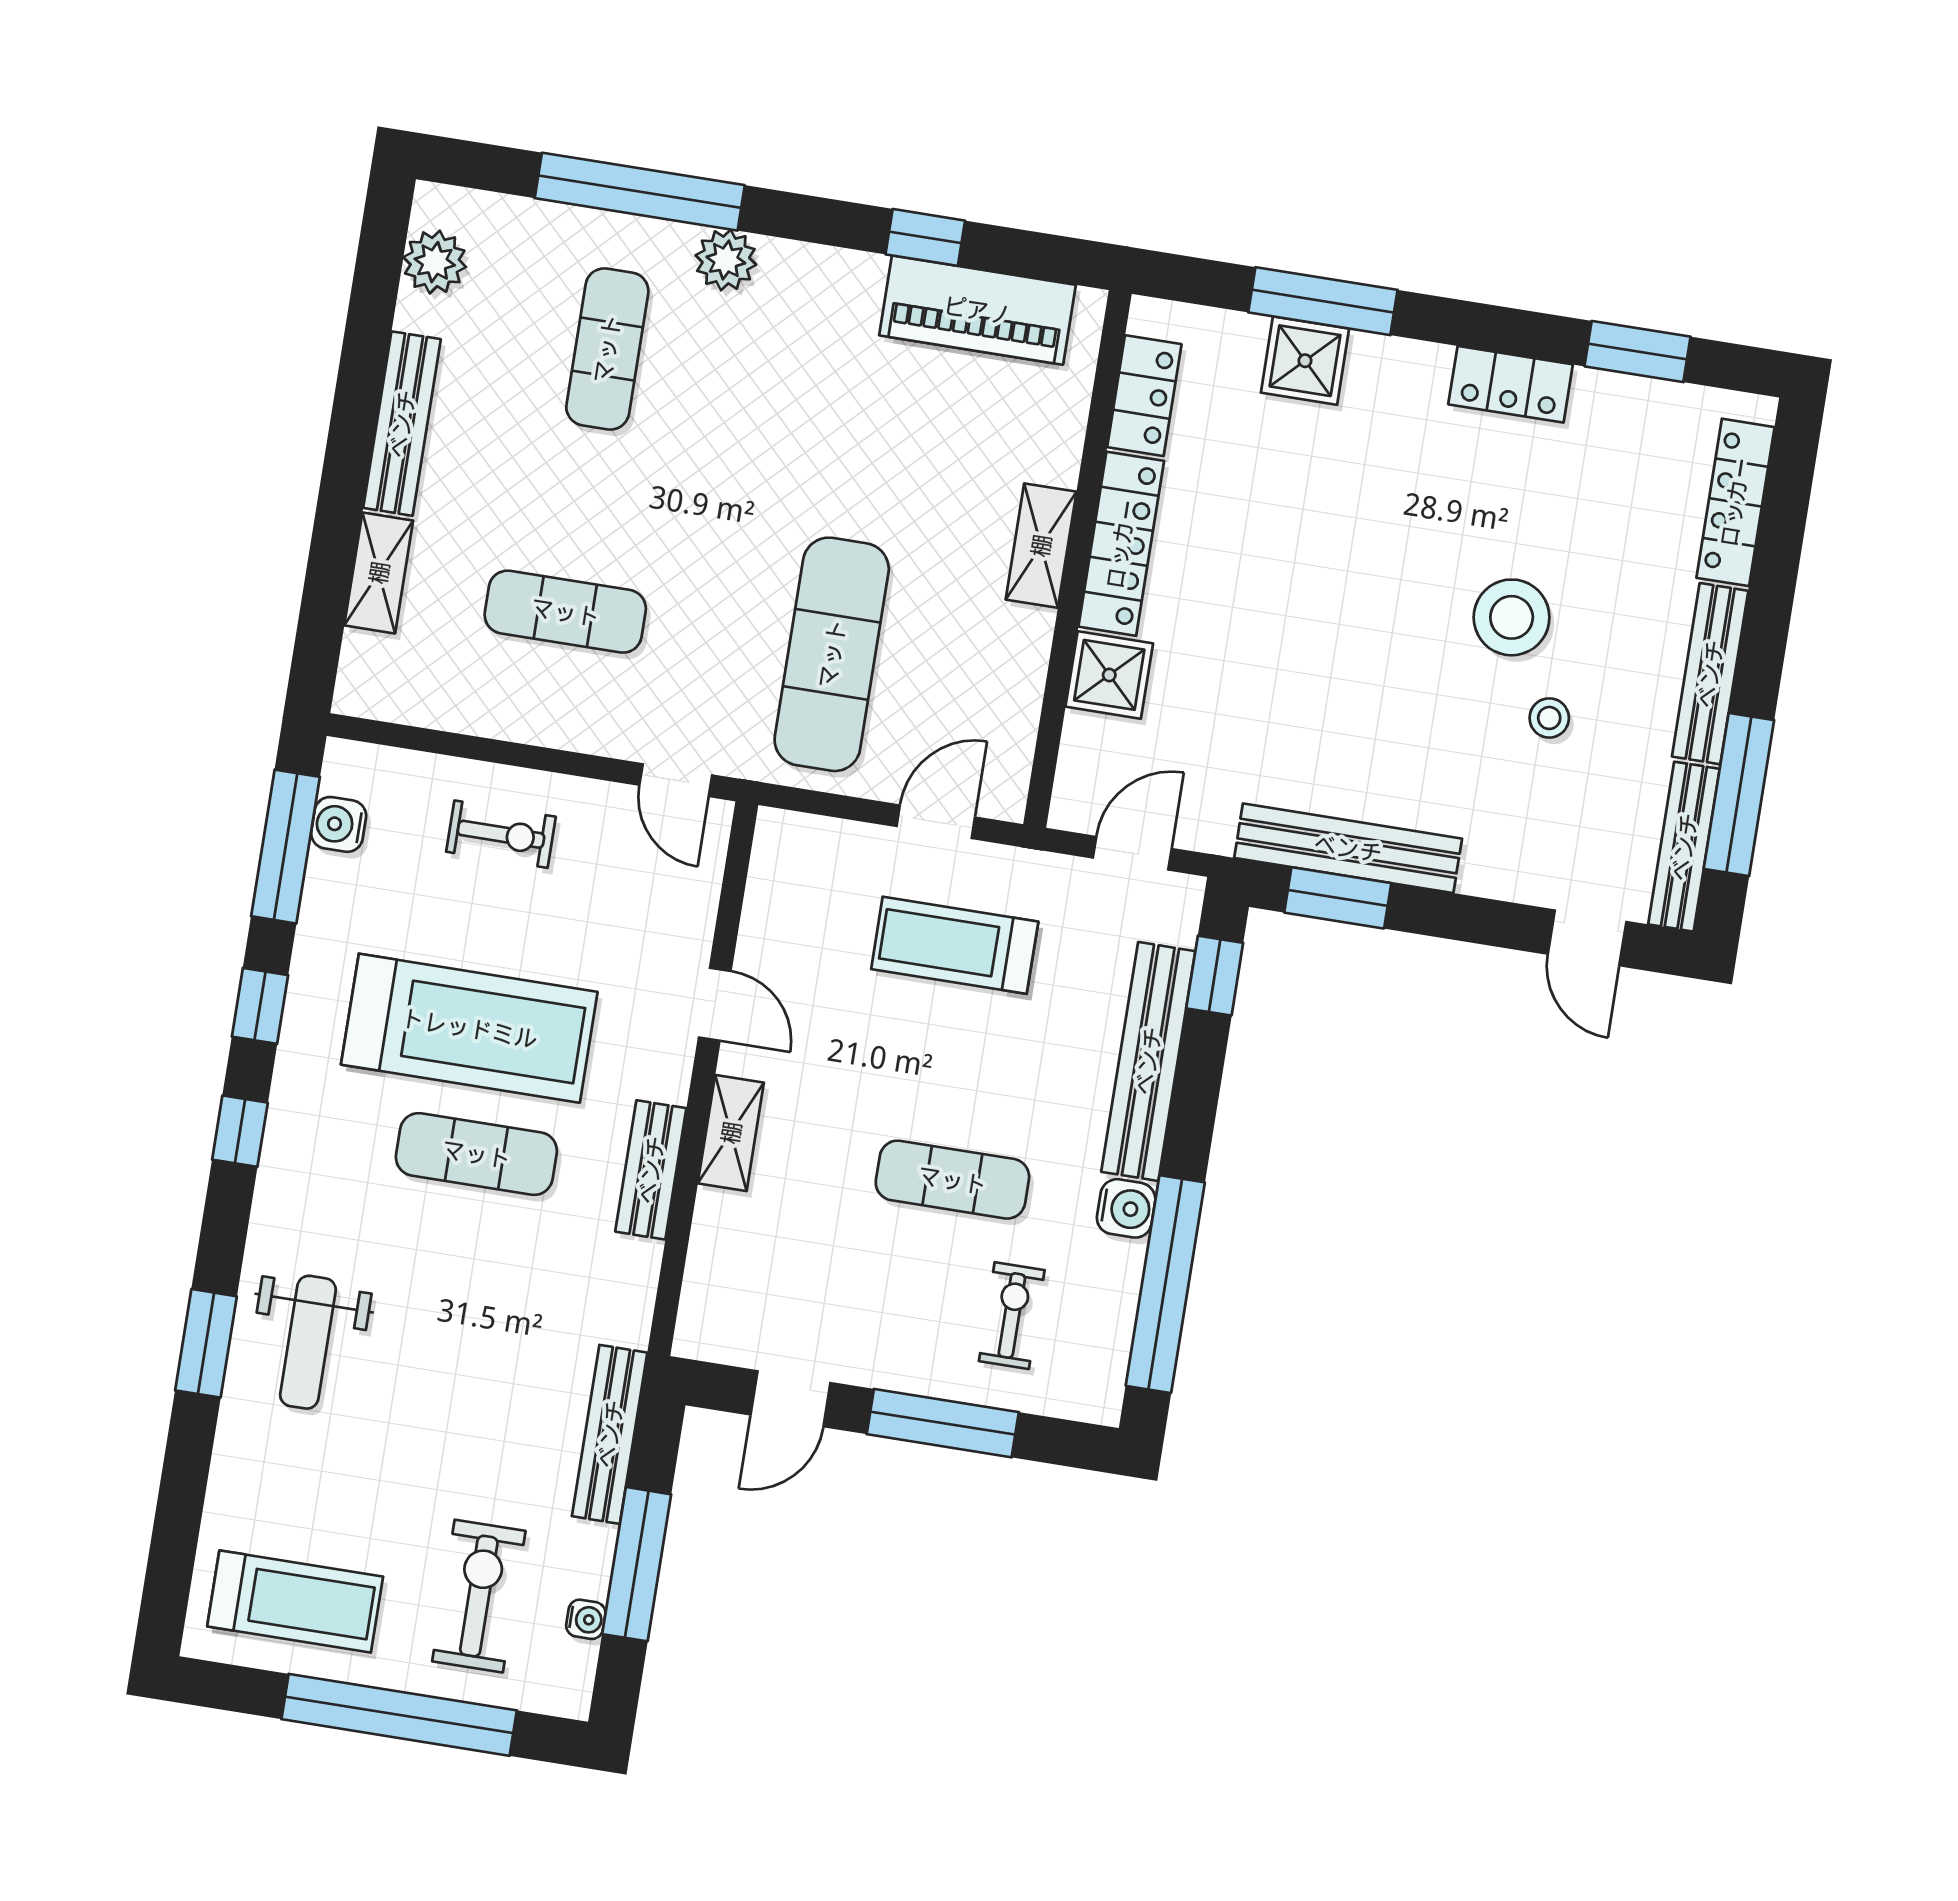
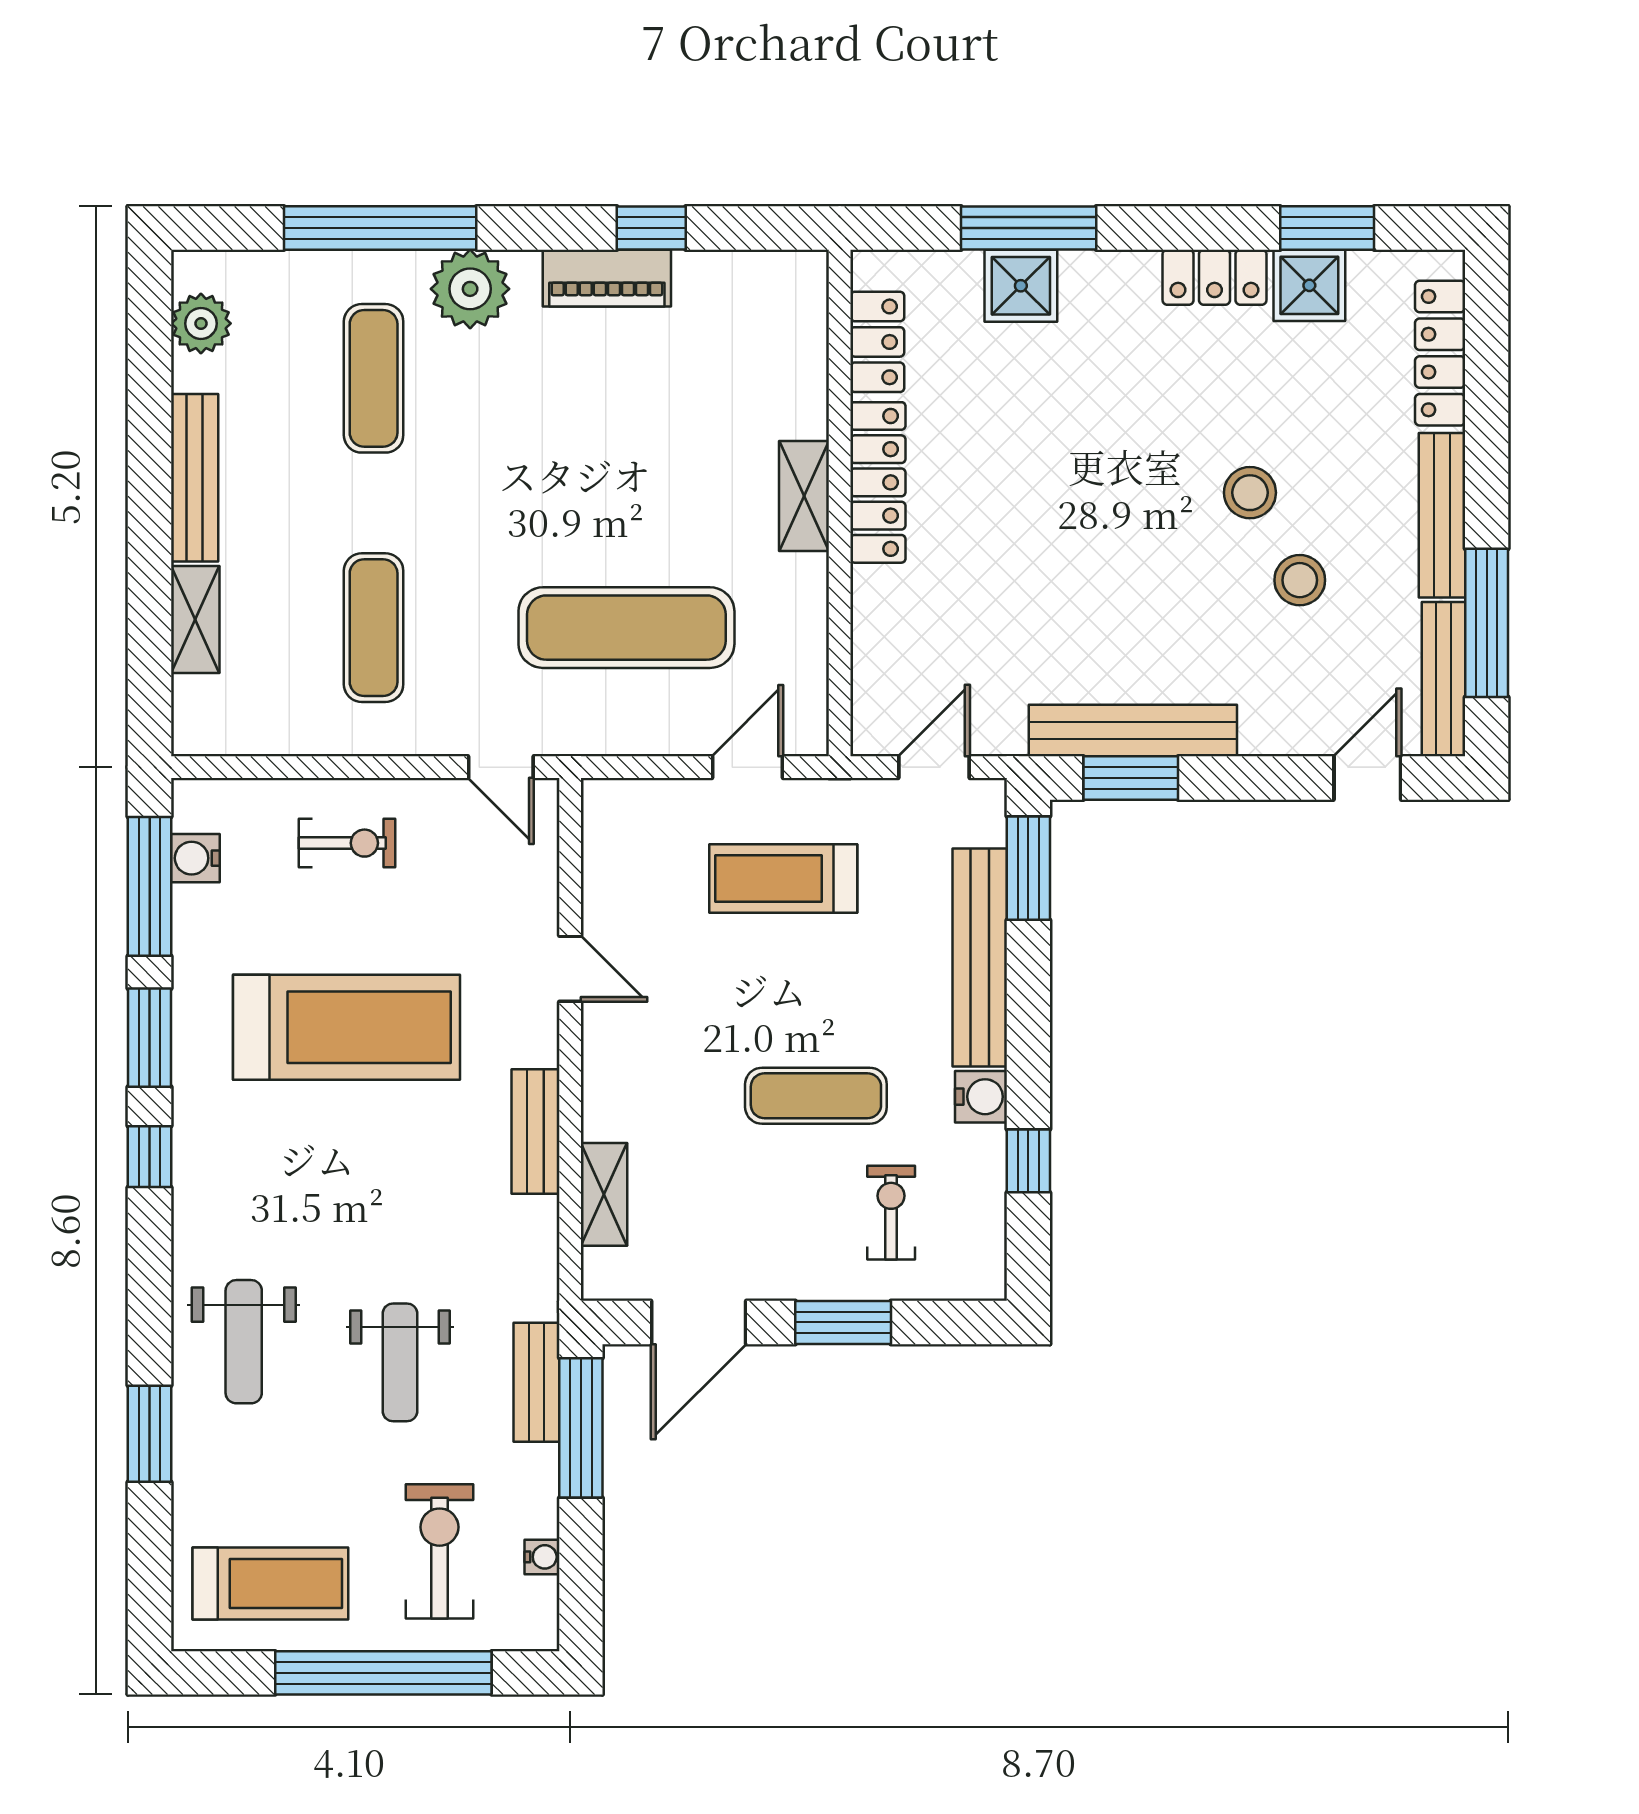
plant: (726, 260) -> (470, 289), width x1.36, depth x1.36
piano: (977, 310) -> (607, 278), moved, width x0.73, depth x0.75
exercise mat: (565, 612) -> (374, 628), turned 90
stool: (1512, 617) -> (1250, 493), width x0.73, depth x0.73
exercise mat: (832, 654) -> (626, 628), turned 90
shower: (1109, 675) -> (1309, 285), moved
stool: (1549, 718) -> (1300, 580), width x1.37, depth x1.37
door: (1587, 938) -> (1367, 778), swing flipped
window: (1215, 976) -> (1028, 868), width x1.50
window: (260, 1006) -> (150, 1038), width x1.50
shelving: (731, 1133) -> (604, 1194), moved
exercise mat: (476, 1154) -> (372, 1143), removed
window: (1165, 1284) -> (1028, 1161), width x0.32
window: (206, 1343) -> (150, 1434), moved
weight bench: (469, 1390) -> (400, 1362), added
door: (790, 1399) -> (699, 1322), width x1.38
window: (943, 1423) -> (843, 1322), width x0.69
bench: (610, 1434) -> (537, 1382), width x0.73
window: (637, 1564) -> (581, 1428), moved

